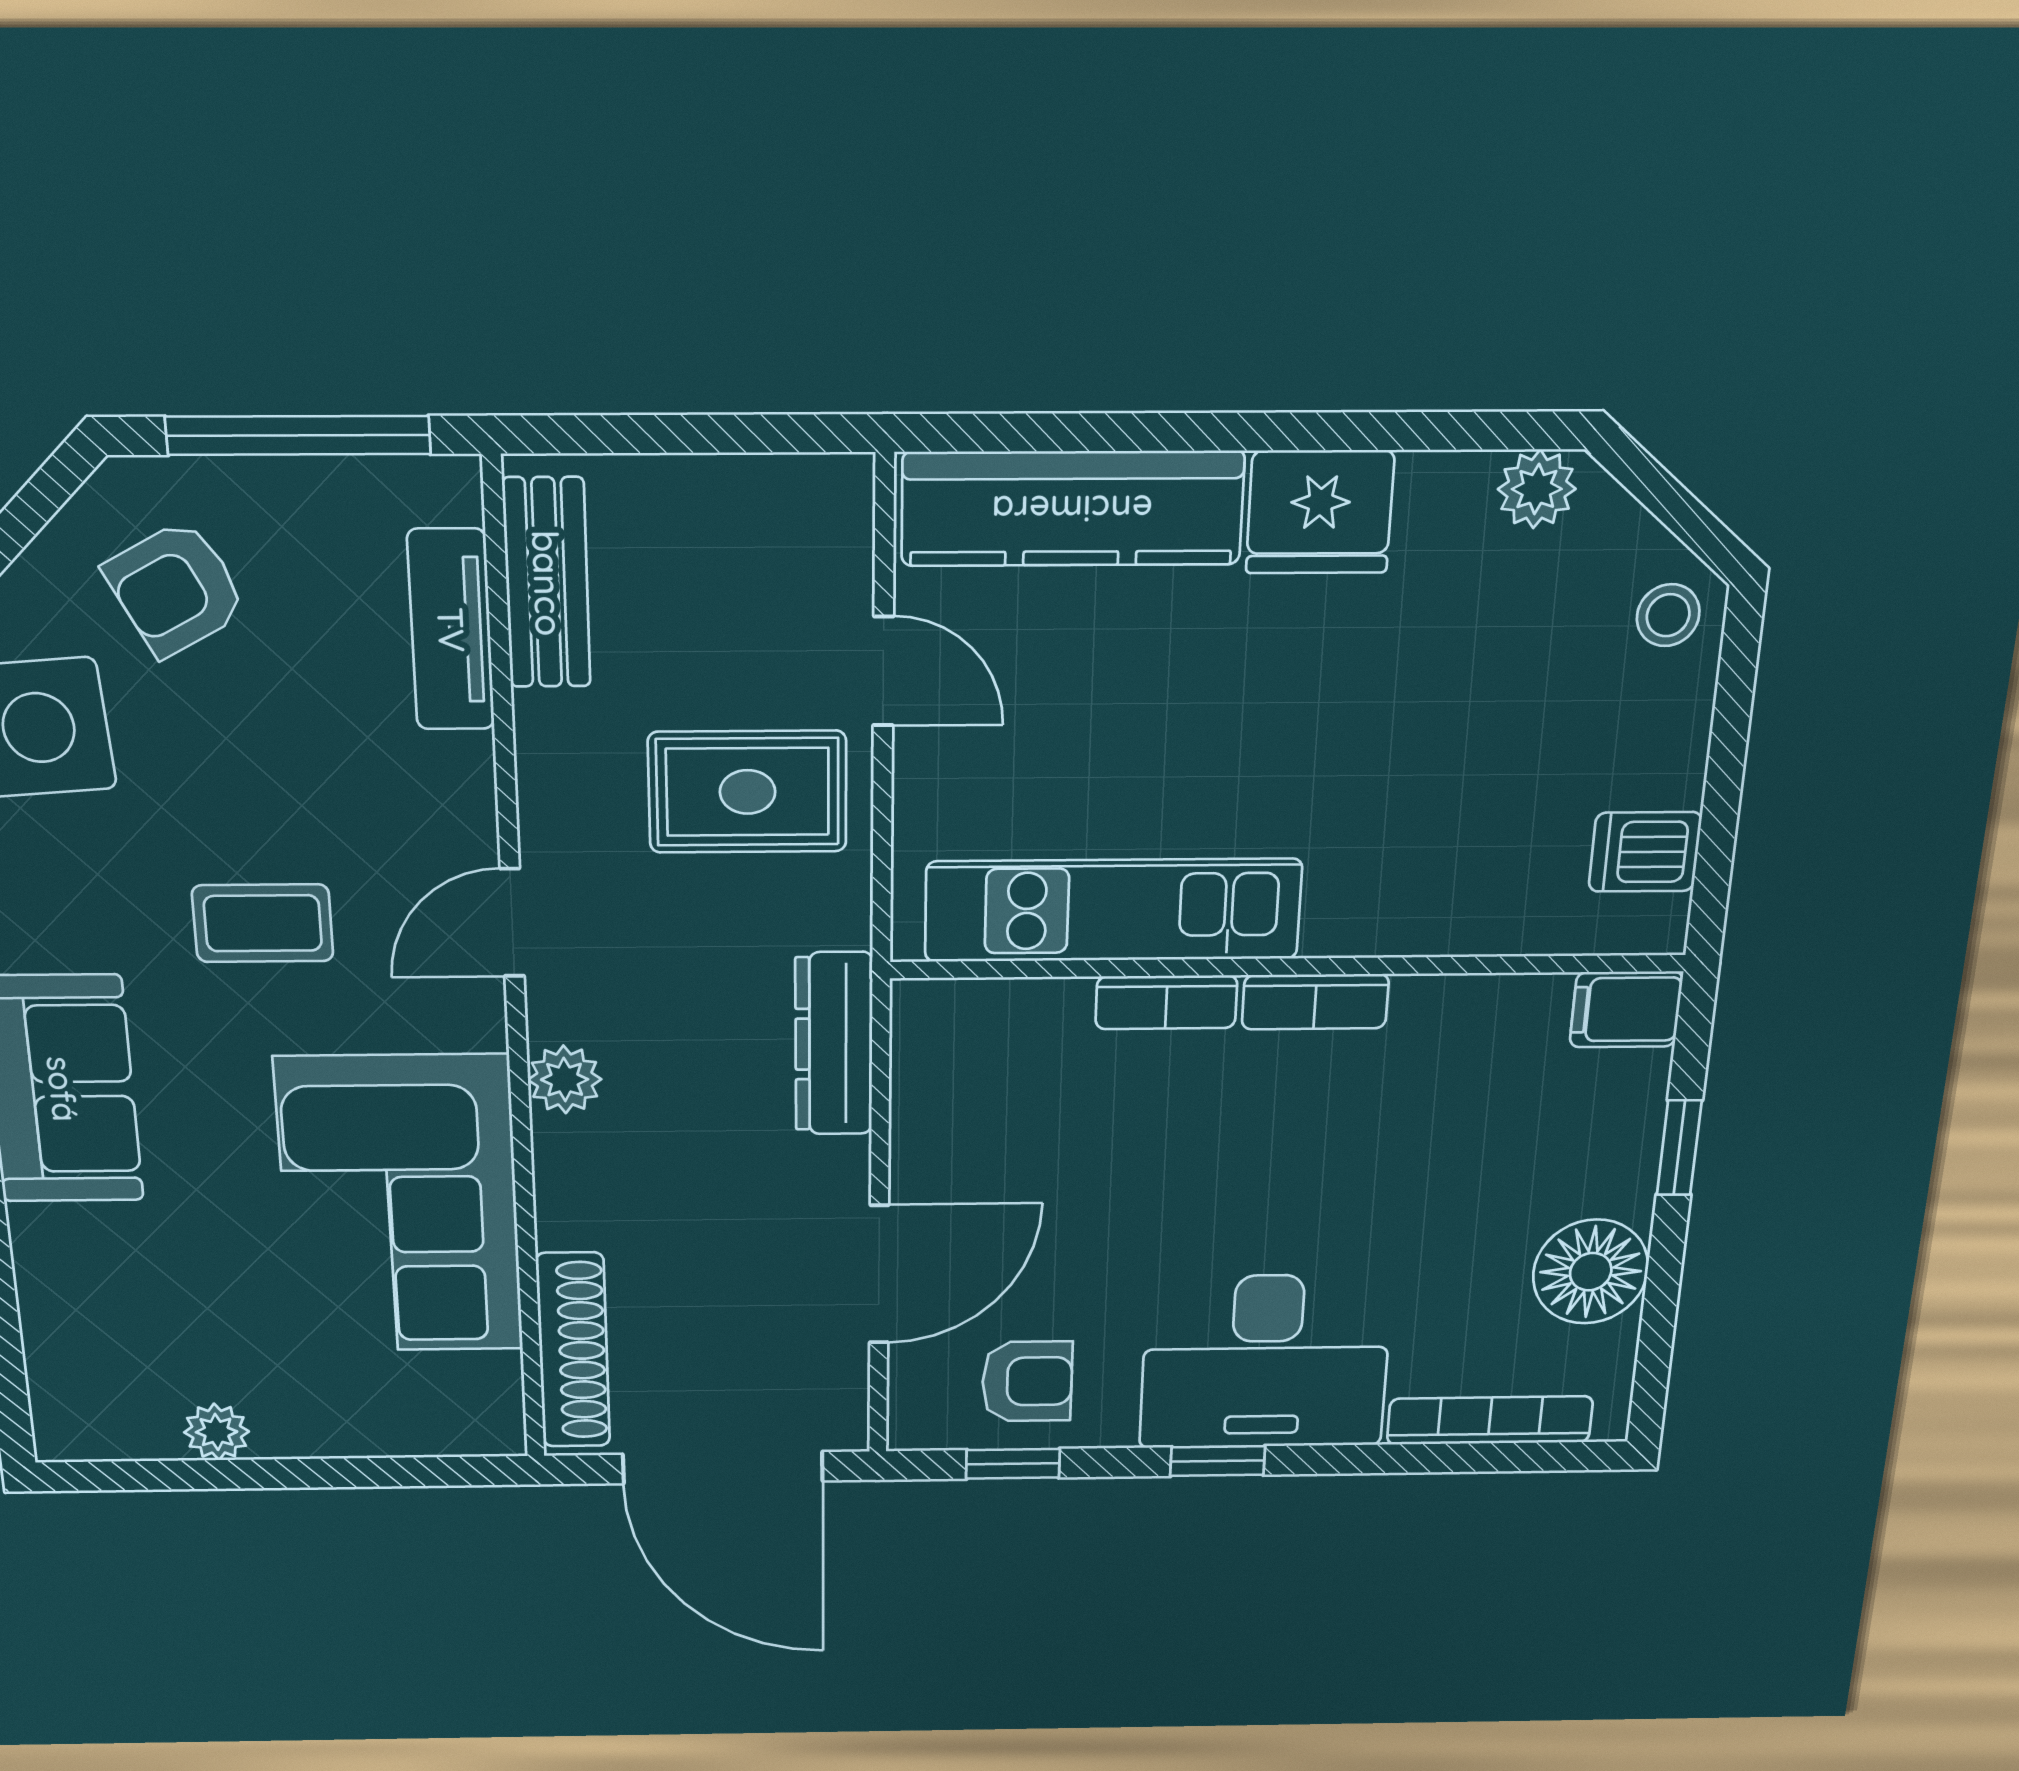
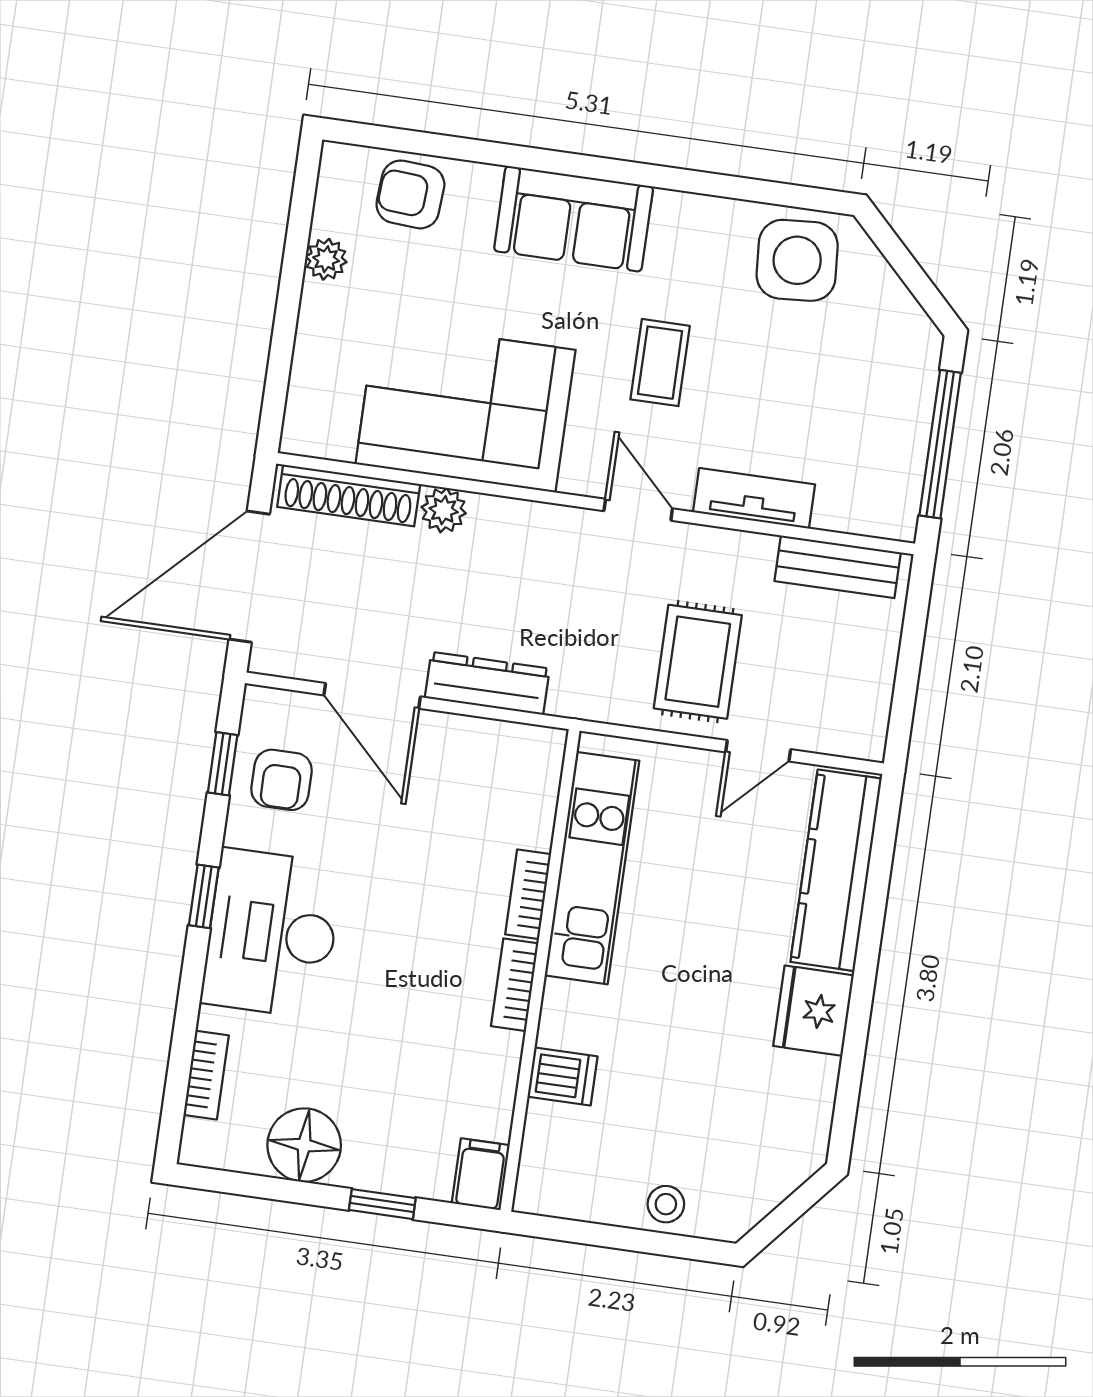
plant: (1537, 489) -> (808, 1135), removed
armchair: (176, 589) -> (410, 194), moved, turned -58
stool: (1668, 615) -> (666, 1204), moved
tv unit: (451, 630) -> (754, 498), moved
dishwasher: (1645, 852) -> (562, 1076), moved, turned 90
dresser: (834, 1044) -> (487, 683), moved
plant: (565, 1080) -> (444, 510), moved
bookcase: (1490, 1420) -> (206, 1075), width x0.64

